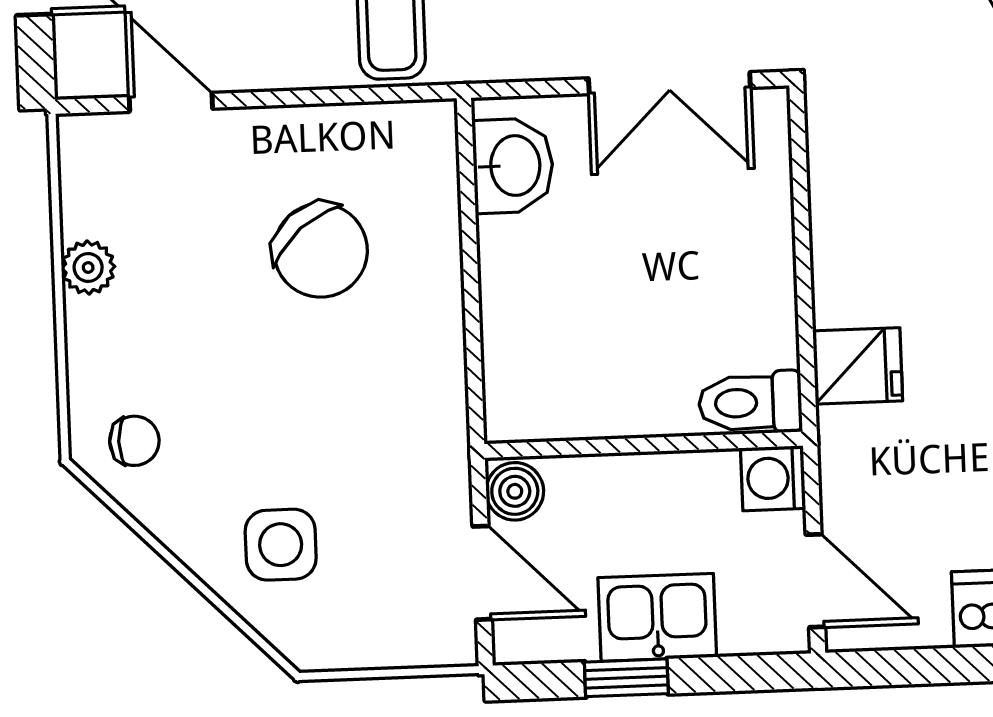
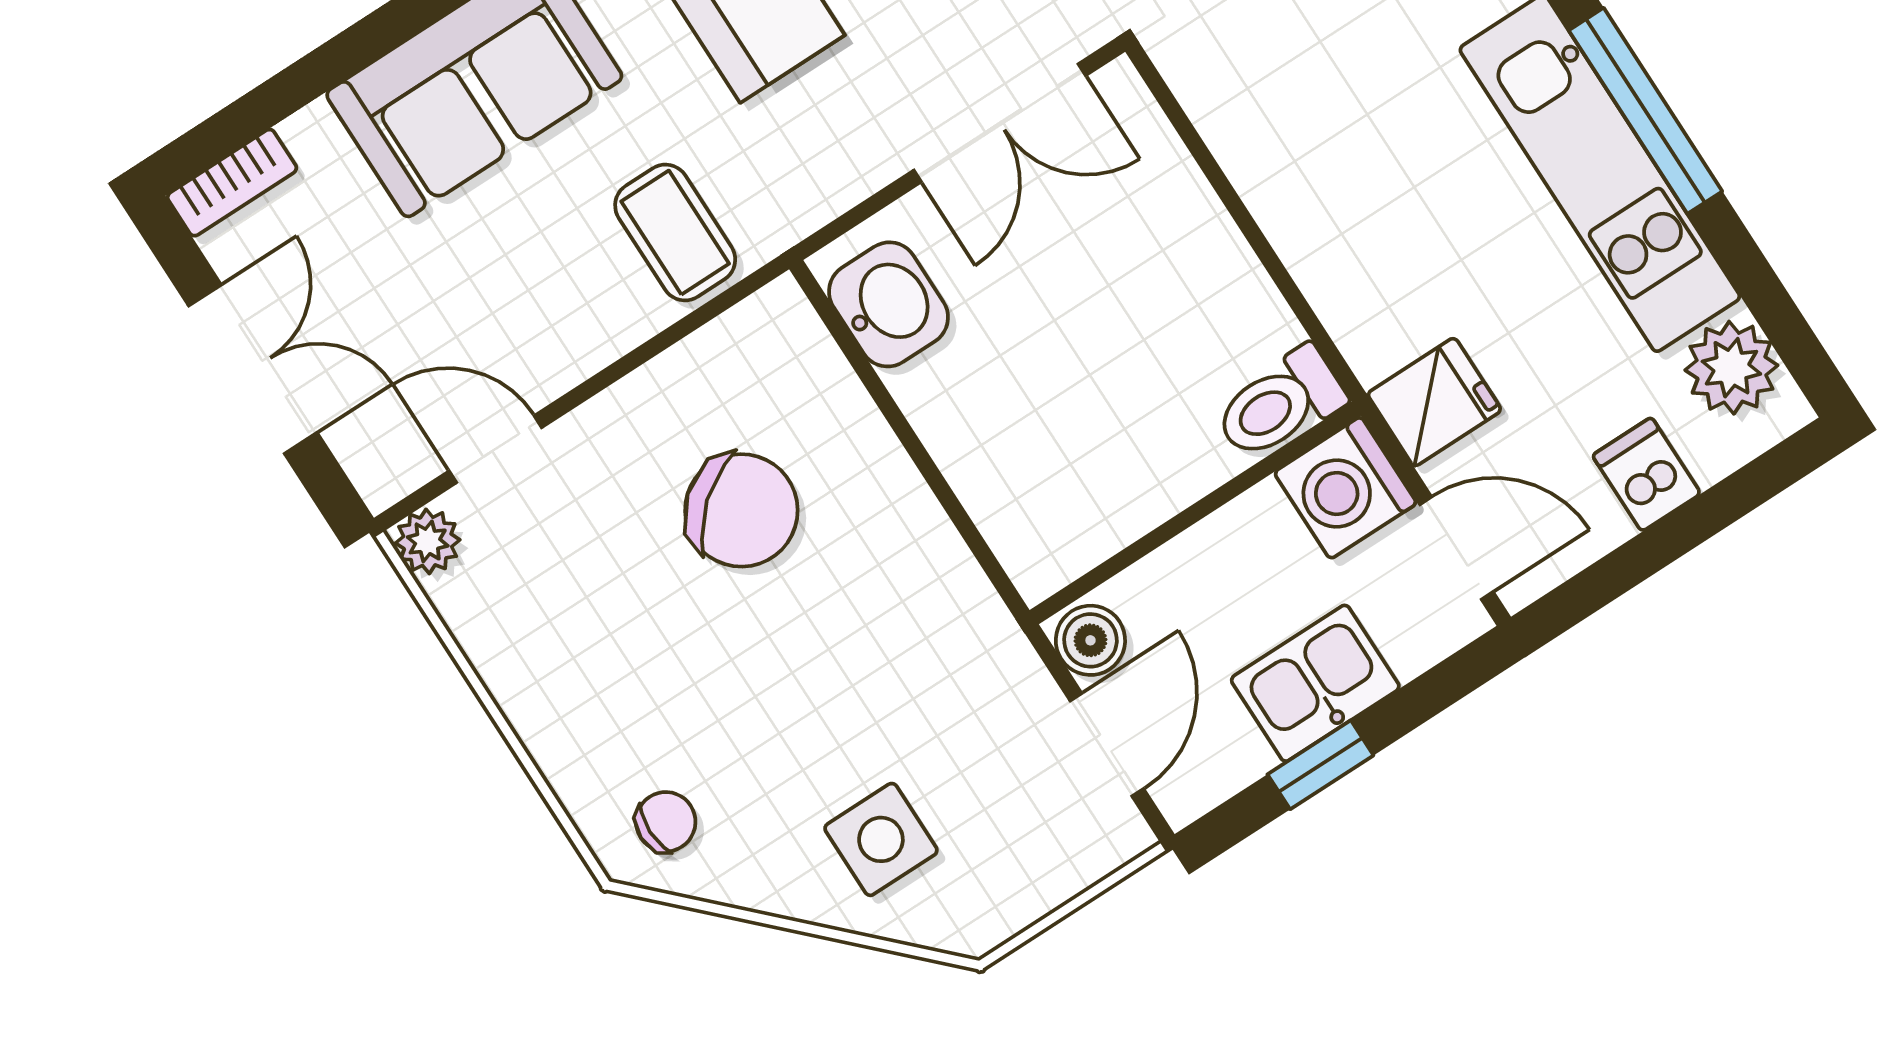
plant: (88, 267) -> (428, 541), moved
fridge: (858, 366) -> (1434, 402), moved
washing machine: (773, 478) -> (1345, 488), width x1.38, depth x1.38
door: (482, 573) -> (1107, 745), hinge flipped

